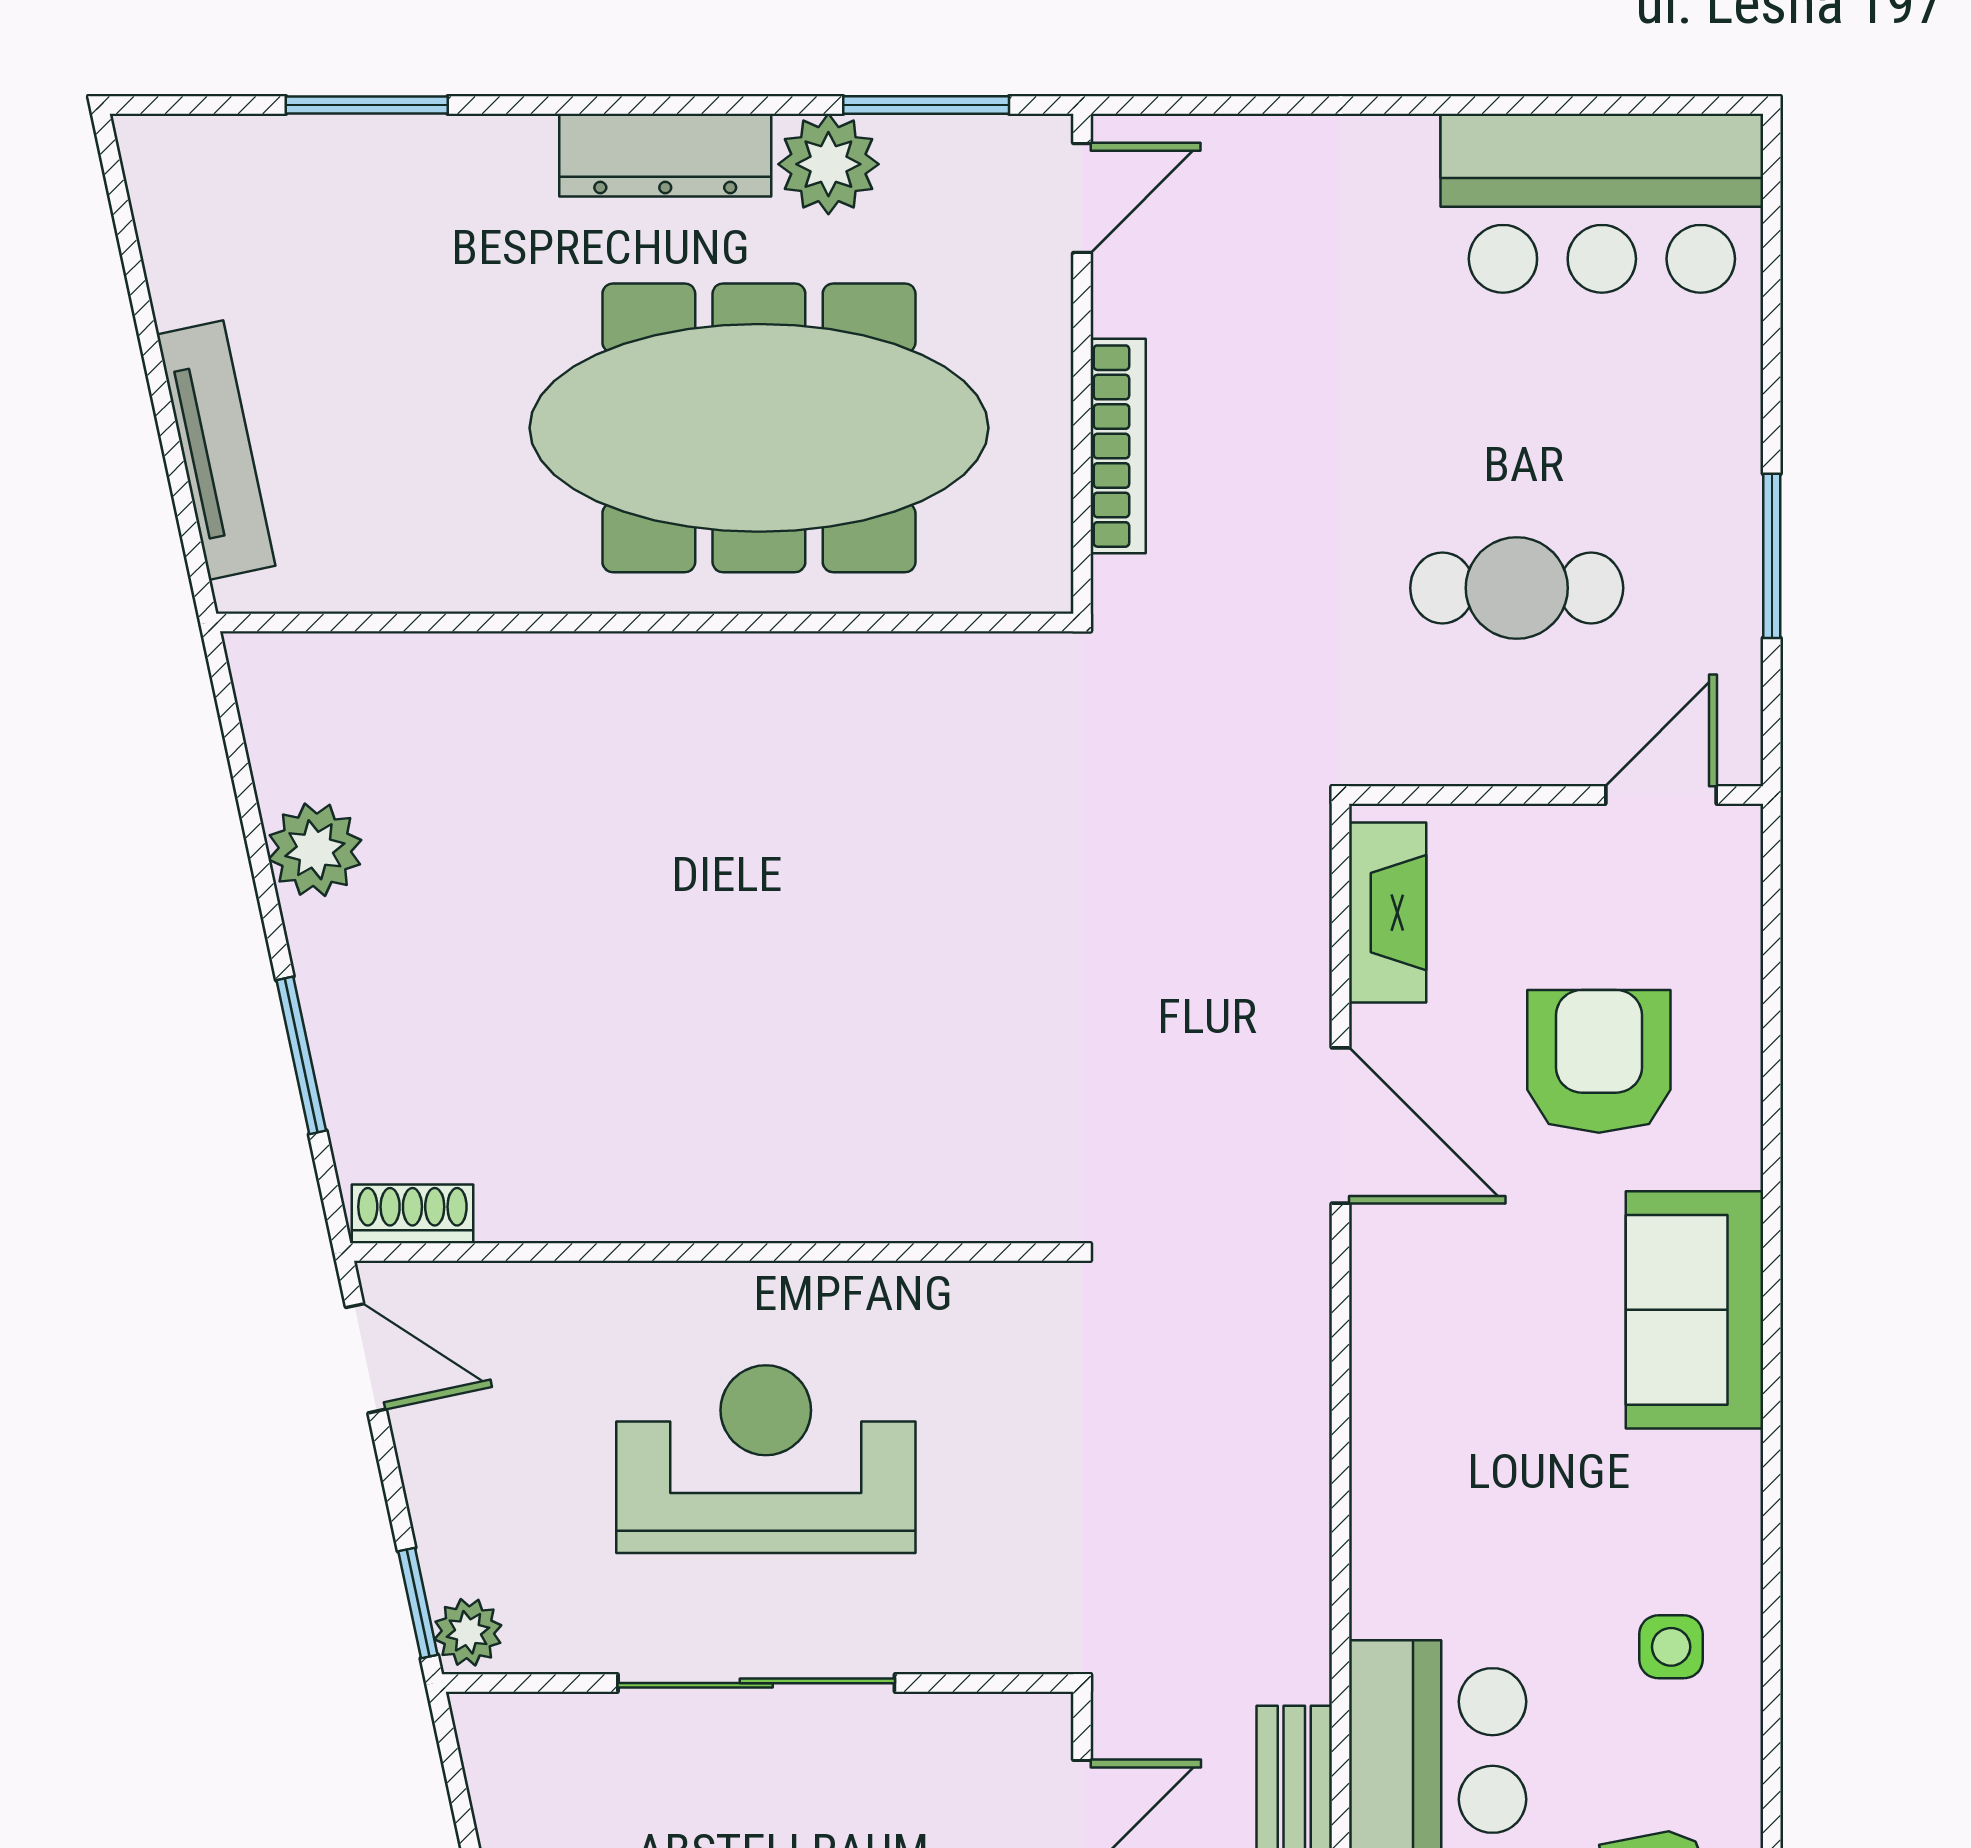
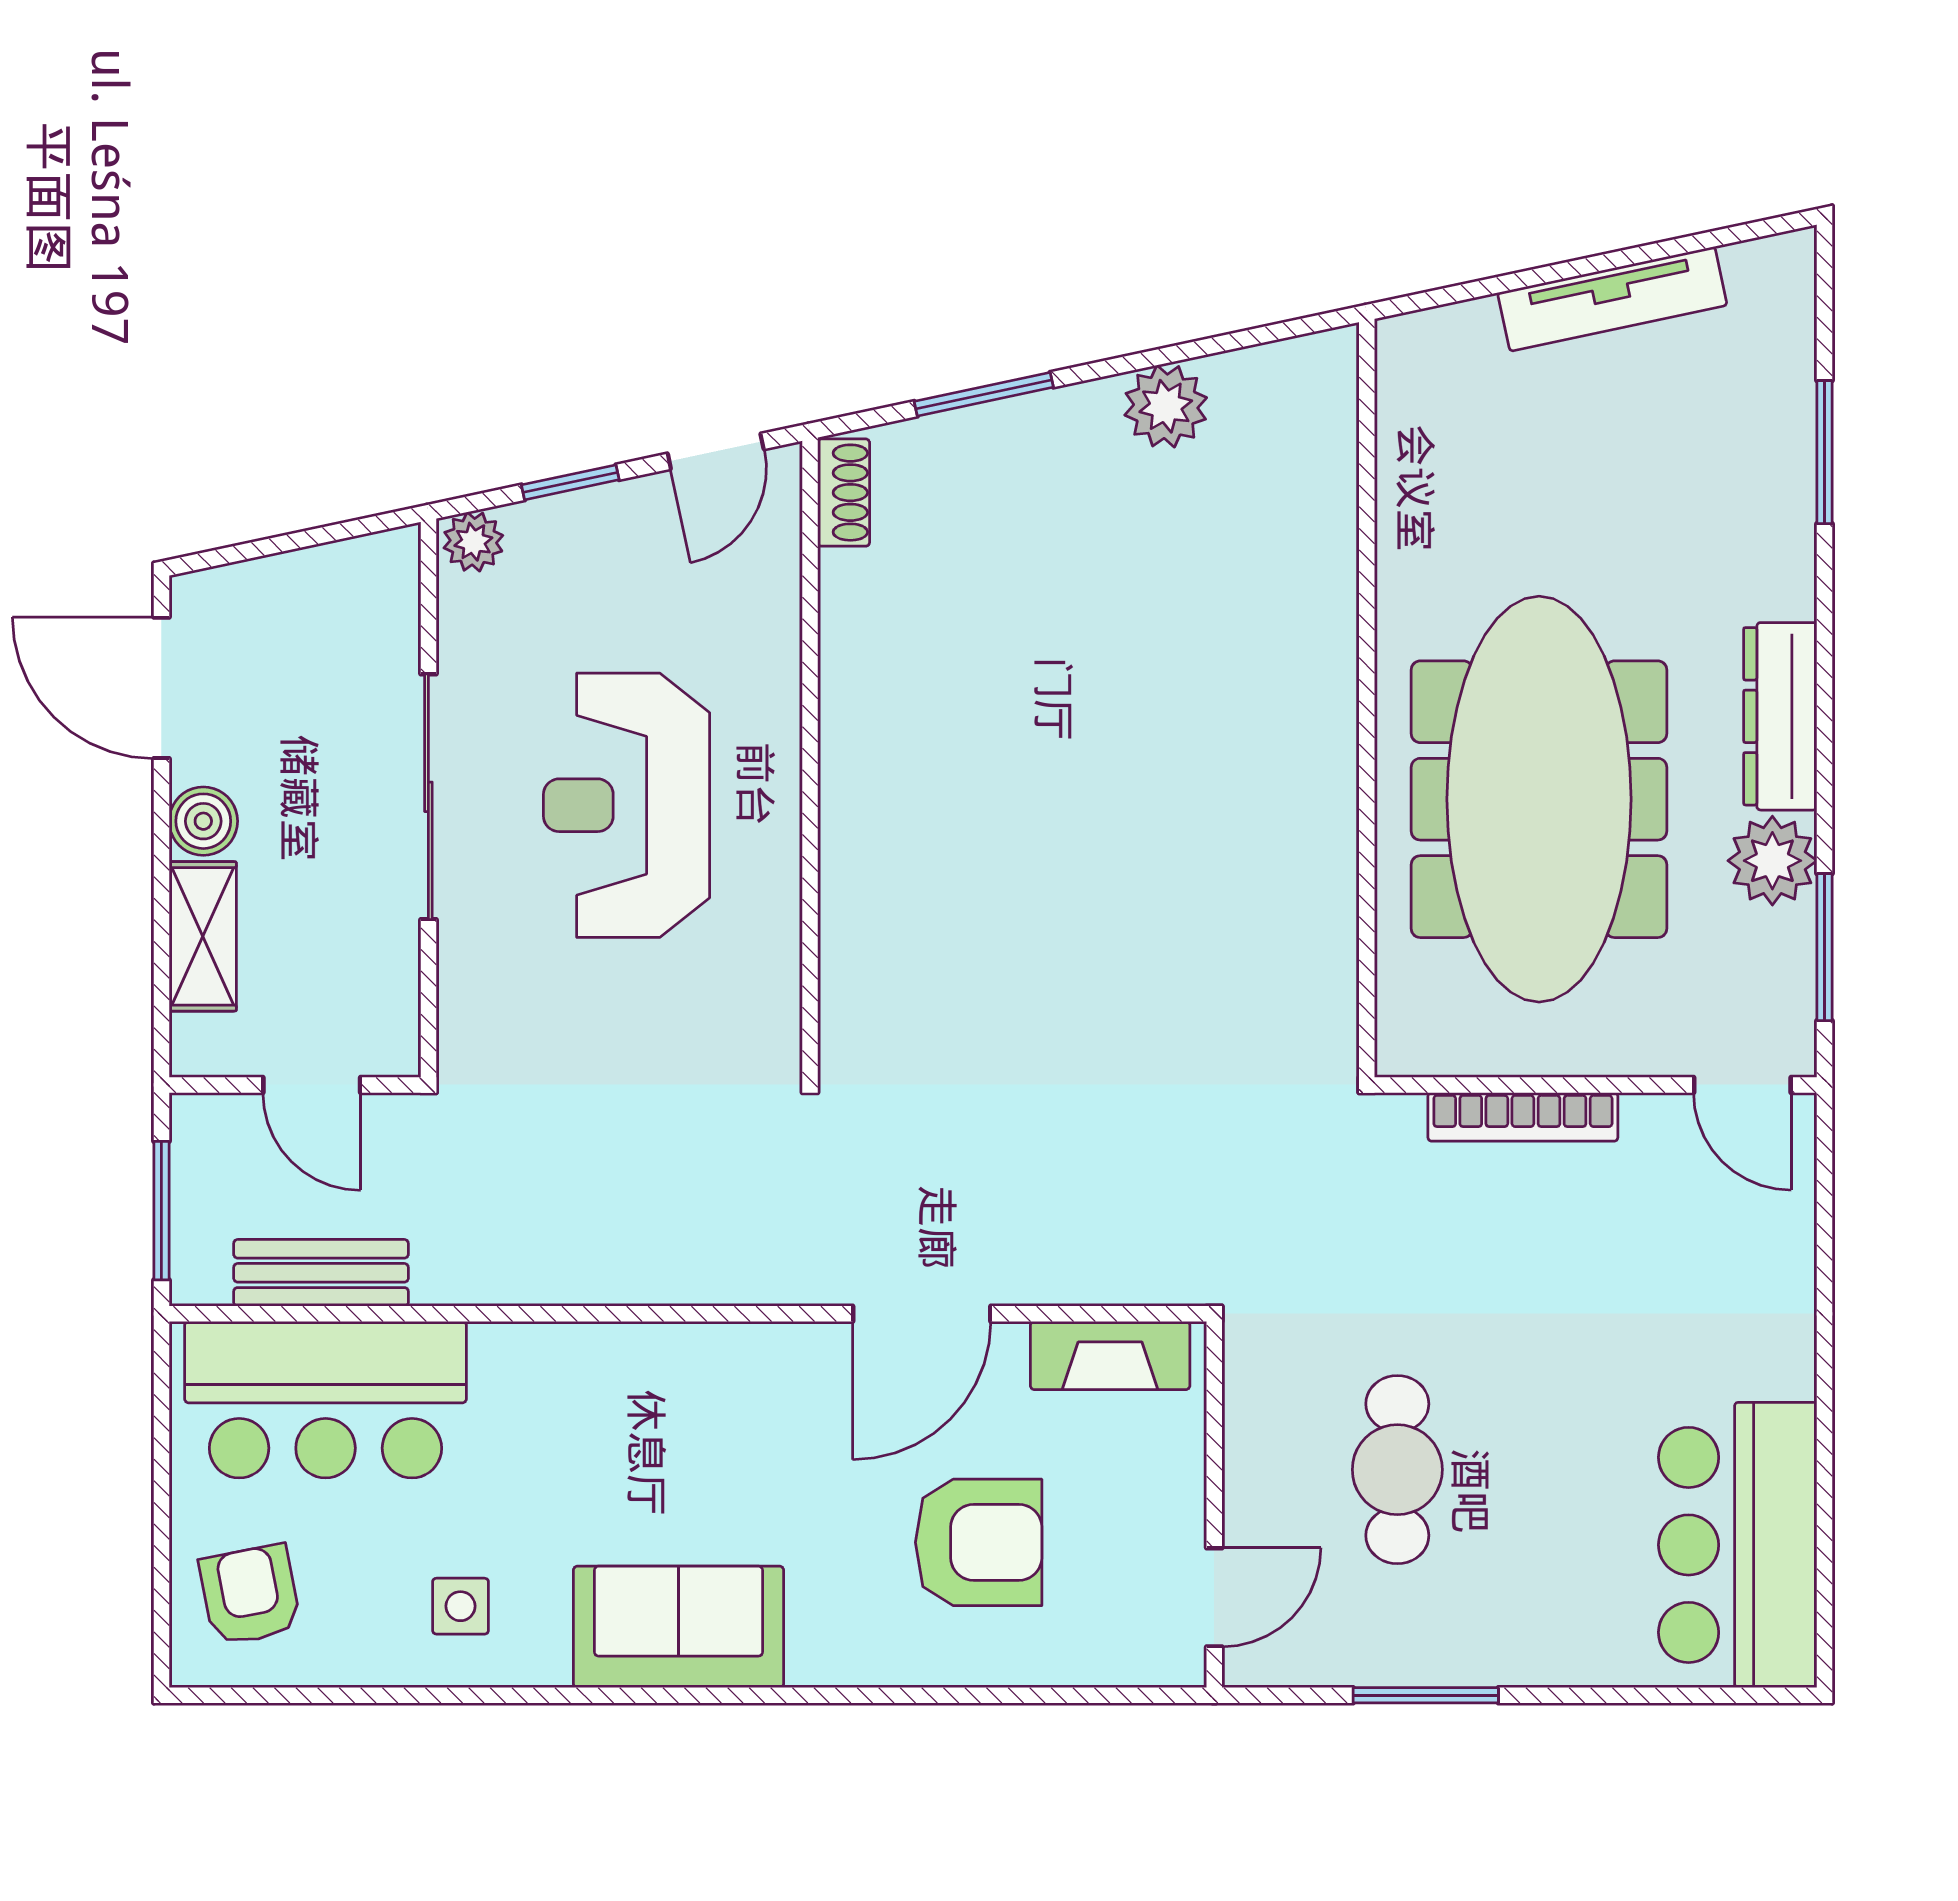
tv unit: (216, 450) -> (1612, 299), moved
door: (1661, 795) -> (1214, 1597), hinge flipped
sofa: (1694, 1310) -> (678, 1627), moved
reception desk: (766, 1459) -> (627, 805), turned 180
window: (418, 1603) -> (570, 482), moved

